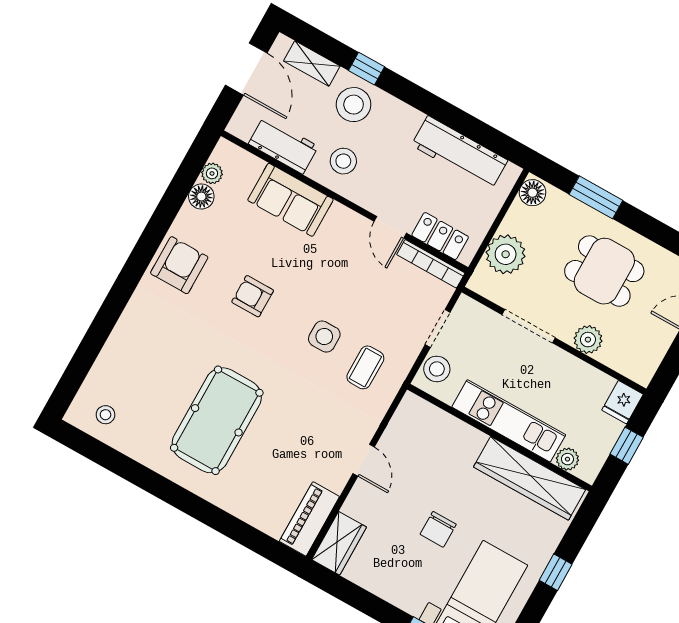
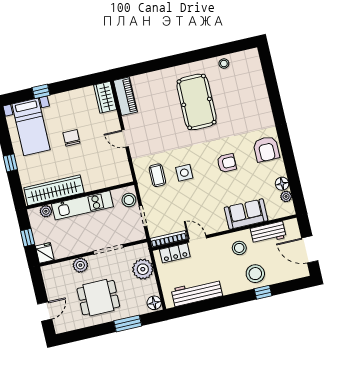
shelving: (312, 63) -> (286, 275), removed
stool: (105, 415) -> (224, 64), moved

